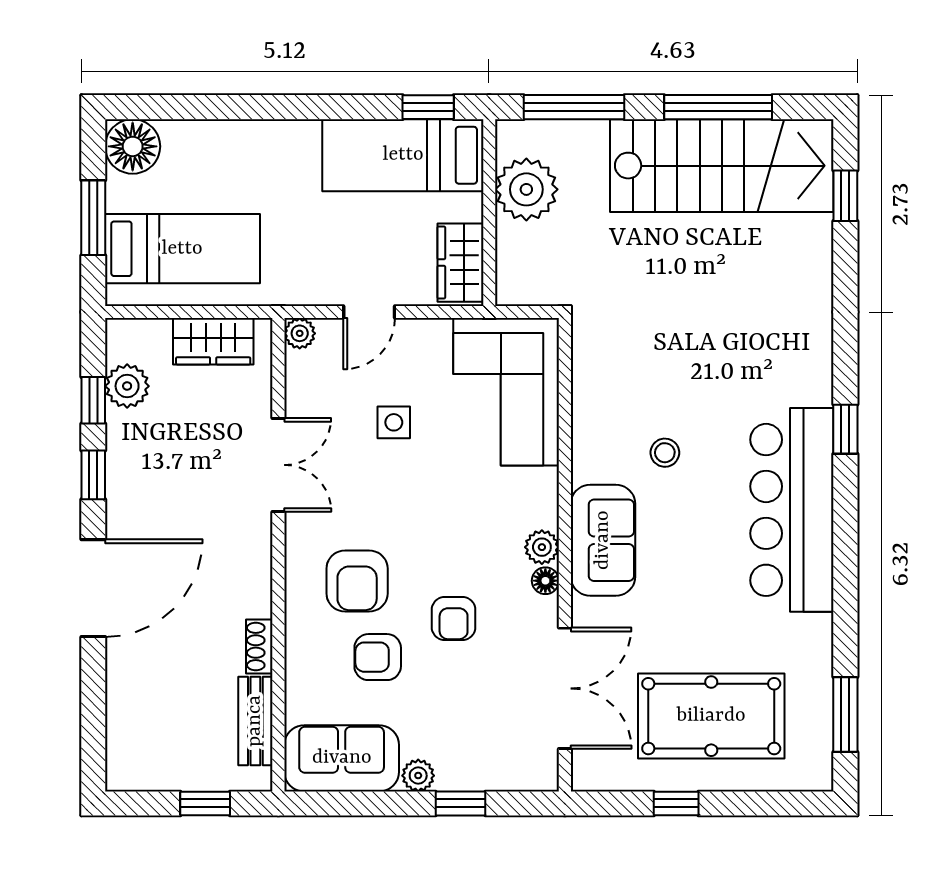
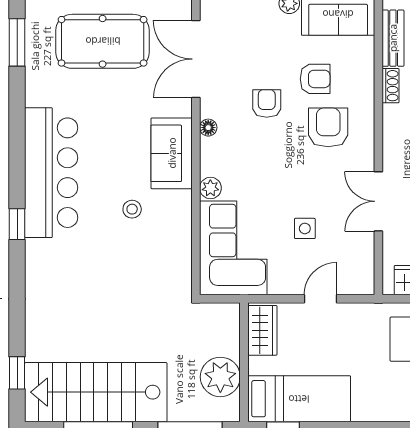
plant: (300, 333) -> (365, 285), removed
plant: (542, 547) -> (210, 188), moved

